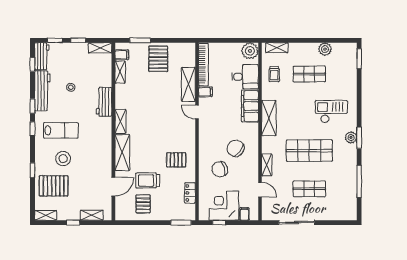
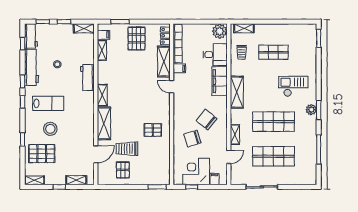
plant: (325, 49) -> (288, 30), removed
shop shelf: (309, 189) -> (273, 156), width x1.43, depth x1.36
door: (260, 190) -> (229, 157), hinge flipped
locker: (190, 193) -> (165, 36), moved

